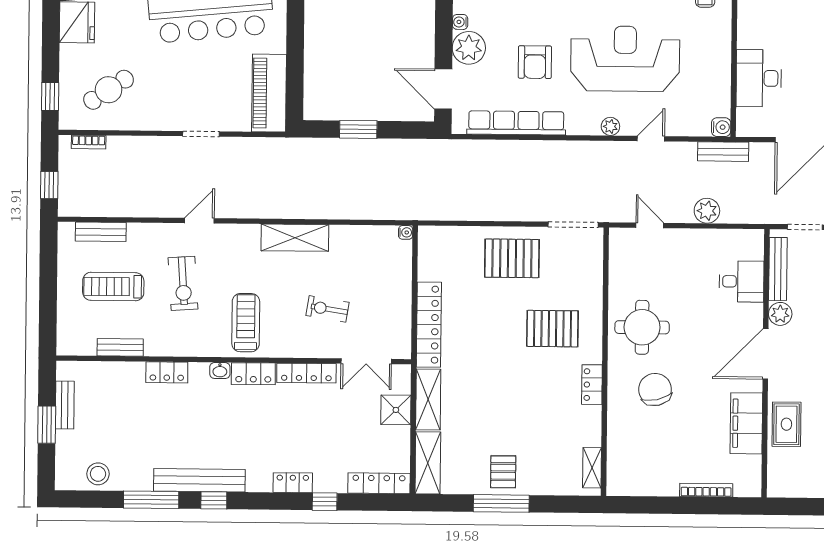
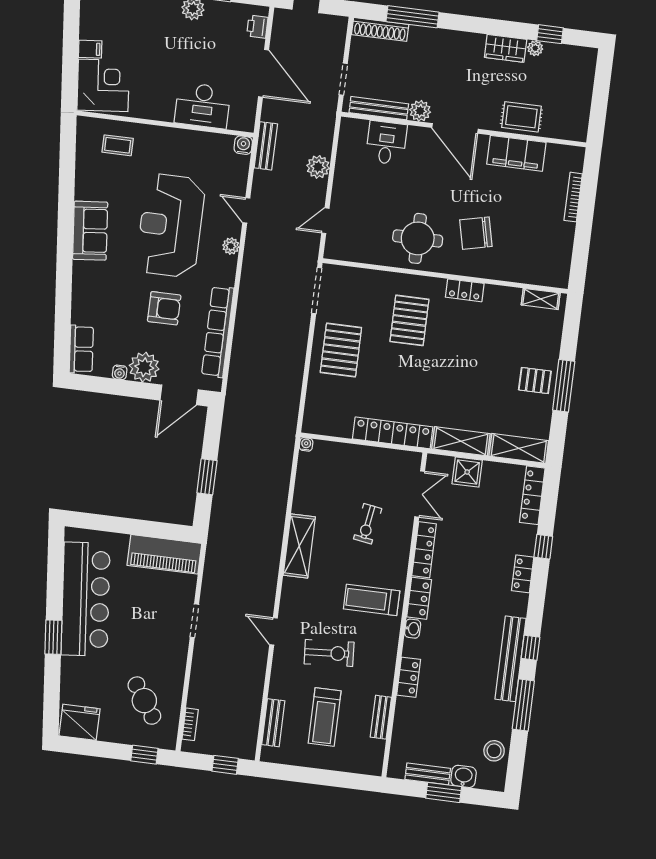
washbasin: (66, 444) -> (464, 776), added

